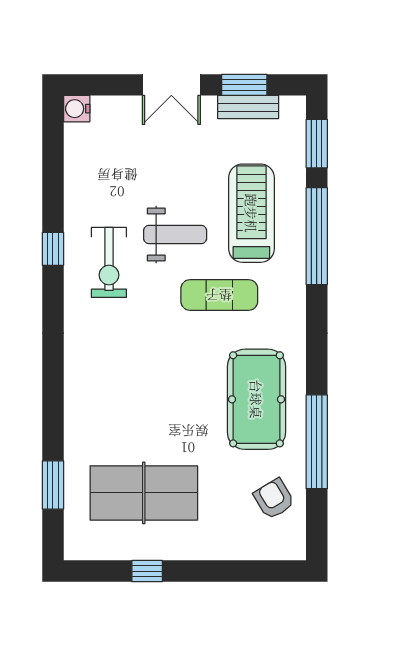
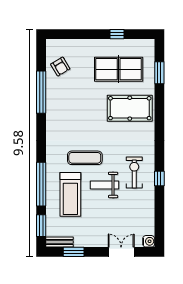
double door: (171, 85) -> (121, 252), moved
bench: (248, 107) -> (60, 242), moved
pool table: (256, 399) -> (130, 108), moved, turned 90

